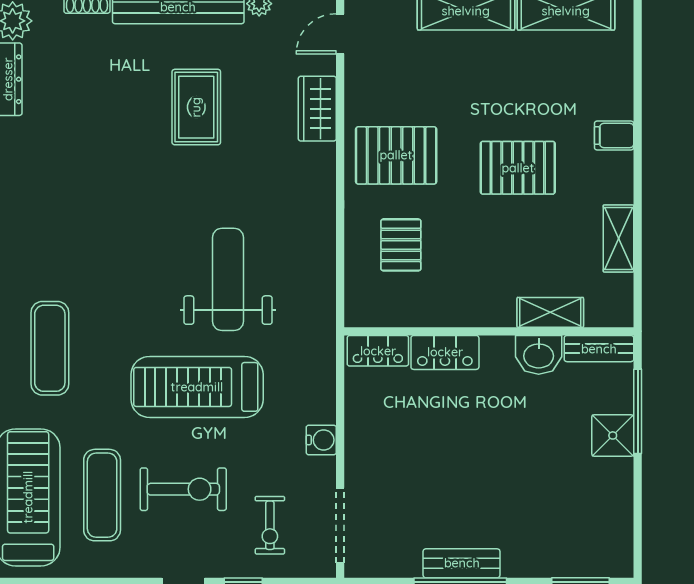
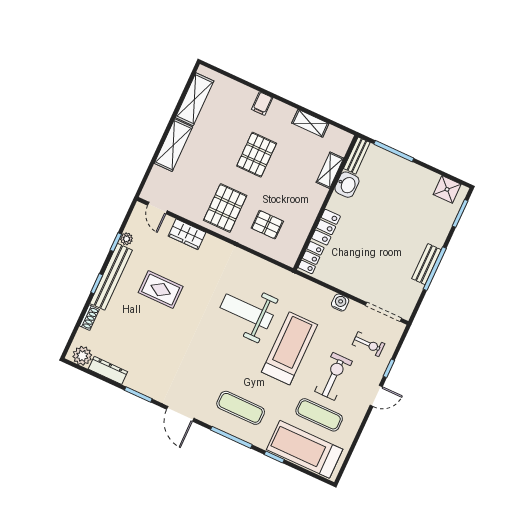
treadmill: (197, 387) -> (289, 348), turned 180
shower: (613, 435) -> (447, 189), moved

